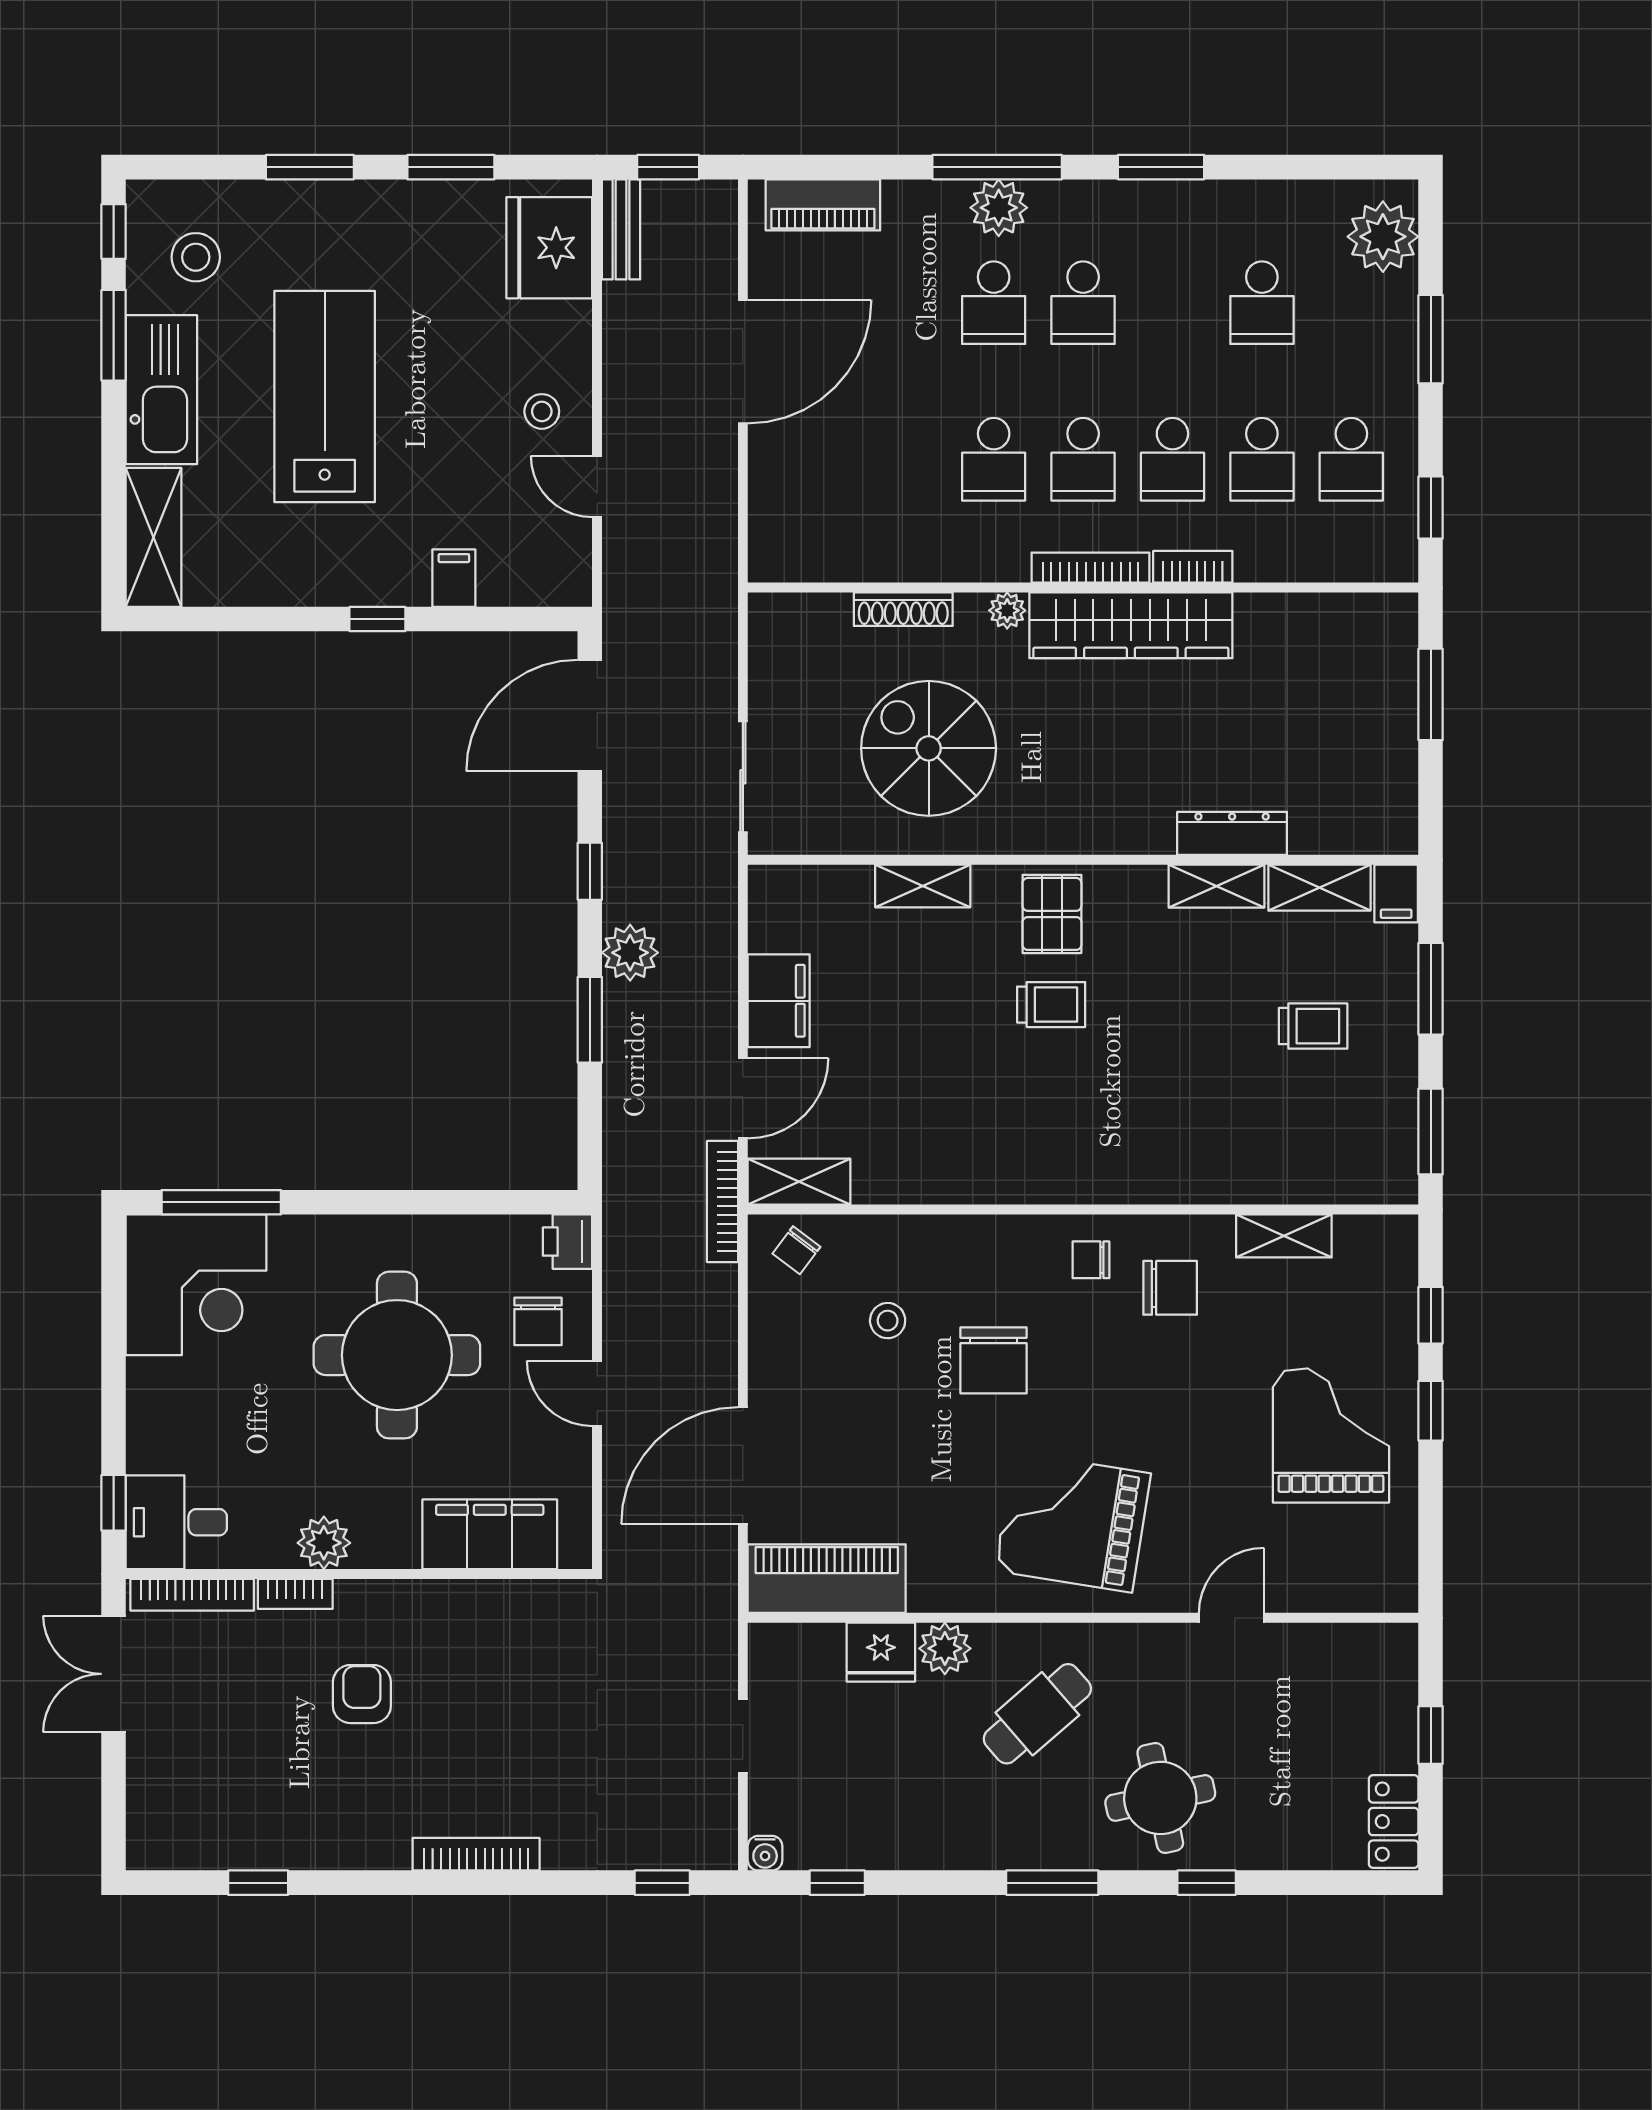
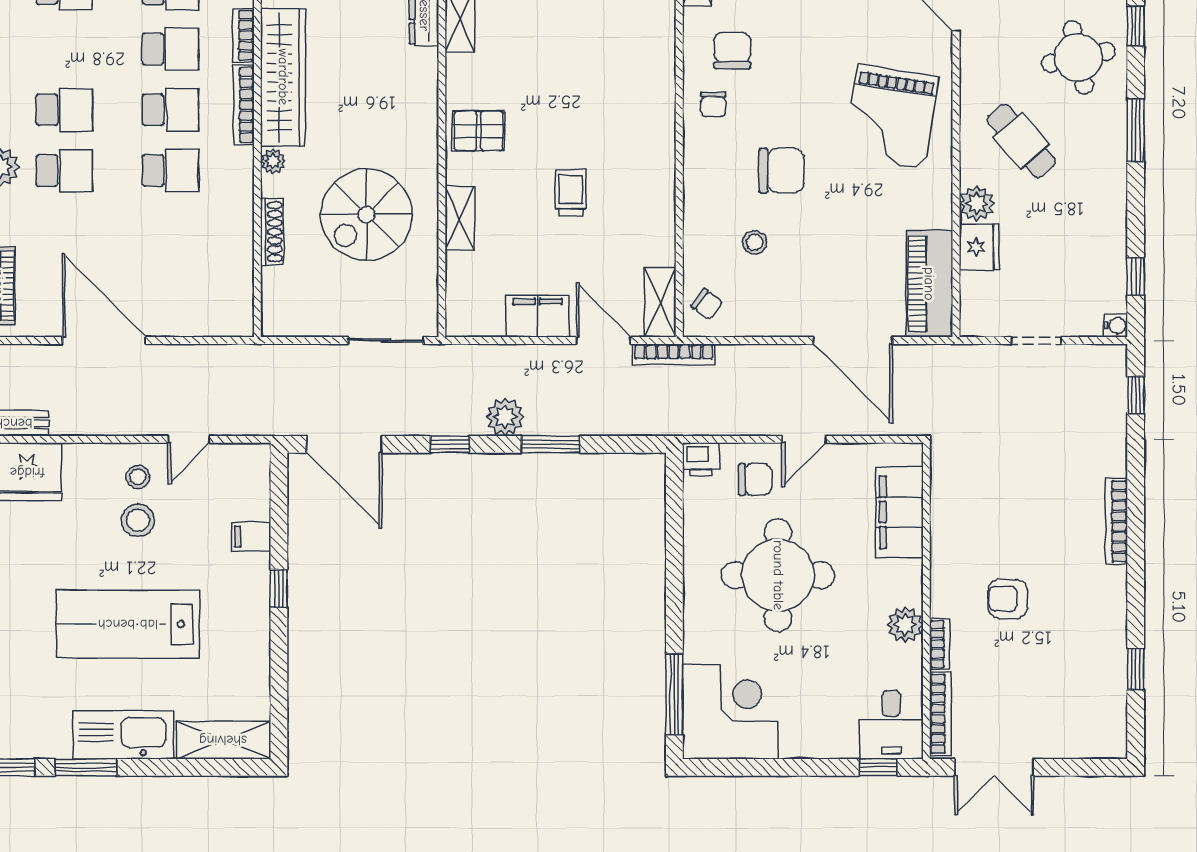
stool: (196, 257) -> (138, 520), moved
trolley: (1051, 1005) -> (571, 193), moved

